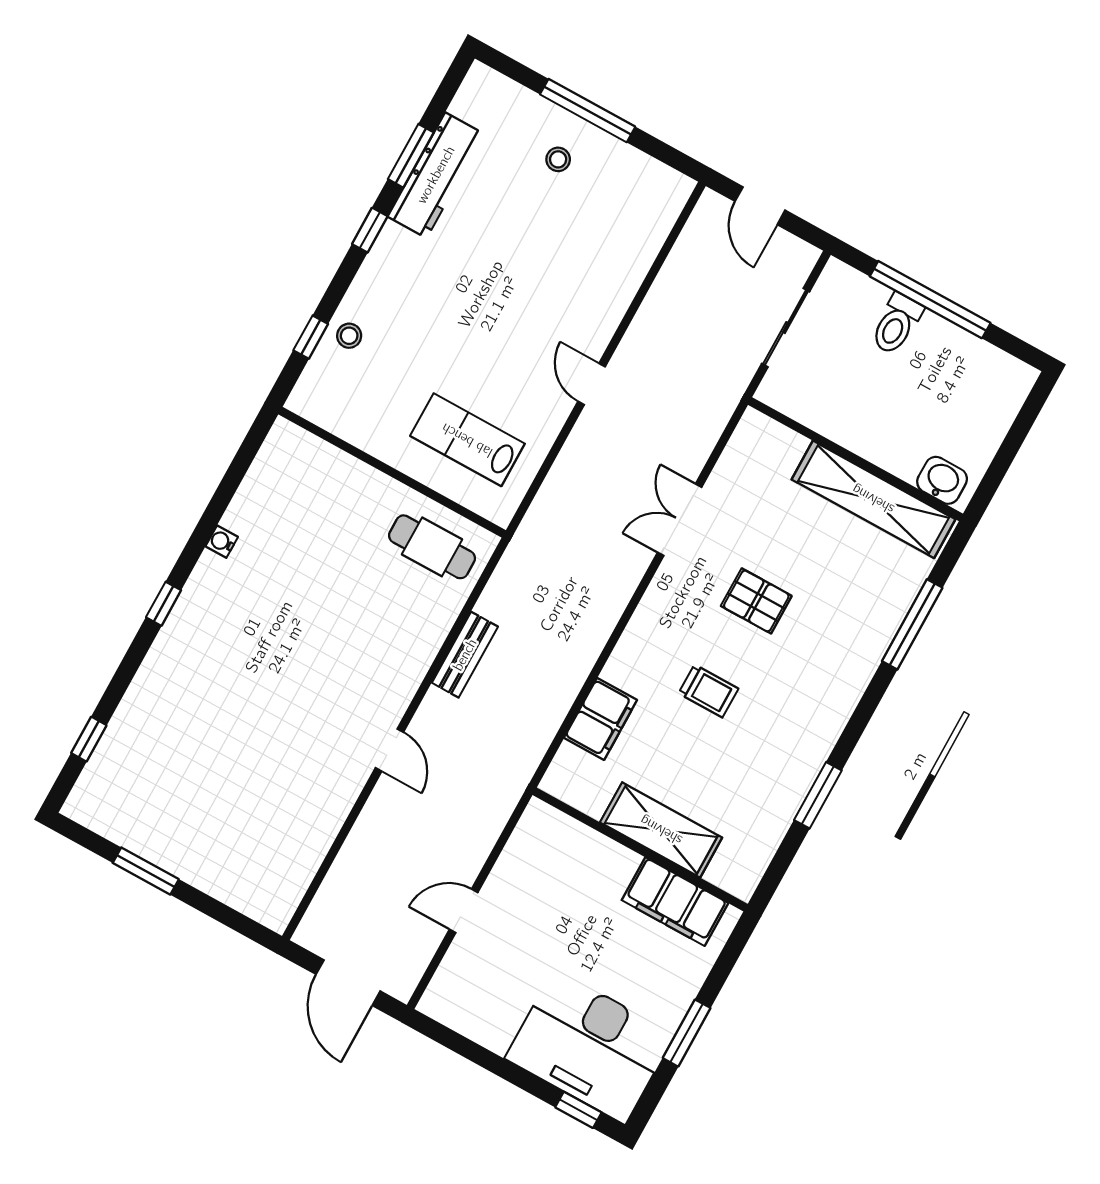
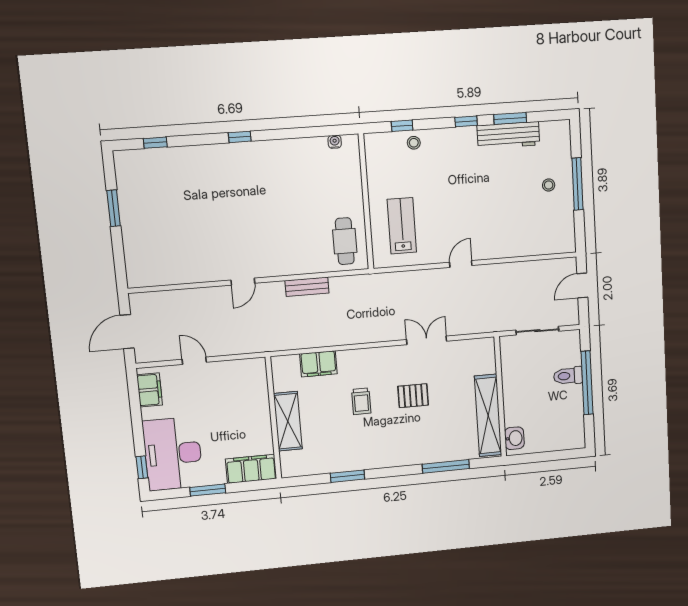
water cooler: (222, 542) -> (335, 142), moved
pallet: (756, 601) -> (413, 396), turned 90
filing cabinet: (675, 902) -> (251, 469), moved, turned 90
filing cabinet: (463, 1012) -> (150, 390), added

